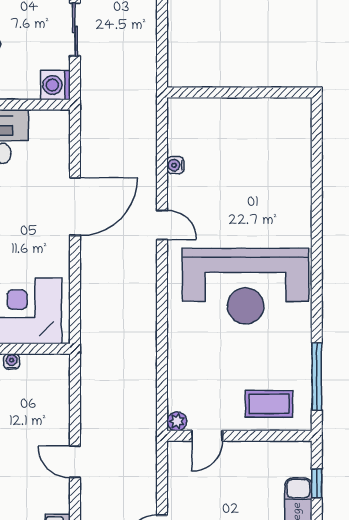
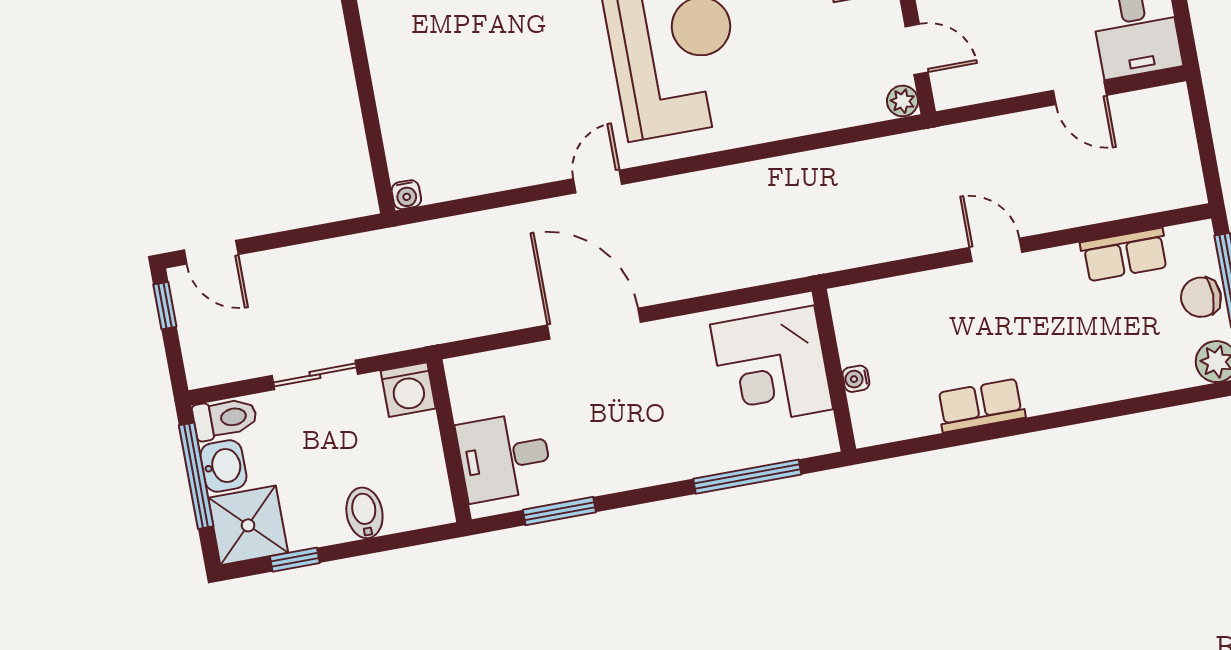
water cooler: (175, 165) -> (406, 195), moved
door: (75, 462) -> (996, 250), swing flipped

